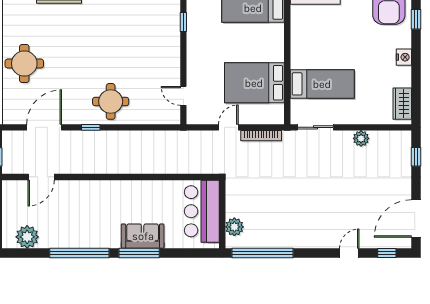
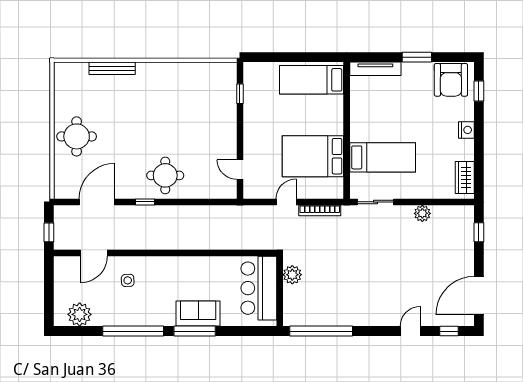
side table: (74, 204) -> (128, 280), added
plant: (234, 227) -> (292, 275), moved

